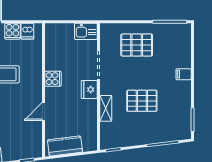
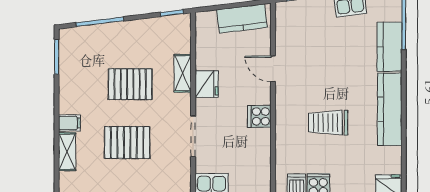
pallet: (137, 45) -> (127, 143), moved
shelving: (185, 54) -> (67, 152), added
fridge: (89, 90) -> (207, 84), moved
door: (44, 111) -> (273, 69), swing flipped

